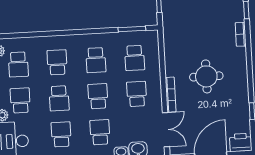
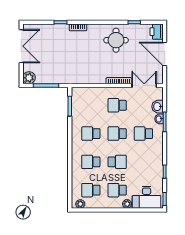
school desk: (135, 58) -> (91, 105), removed
school desk: (96, 60) -> (91, 134), turned 180
school desk: (18, 64) -> (91, 190), turned 180
round table: (206, 76) -> (116, 40), moved
school desk: (61, 134) -> (143, 162), removed

